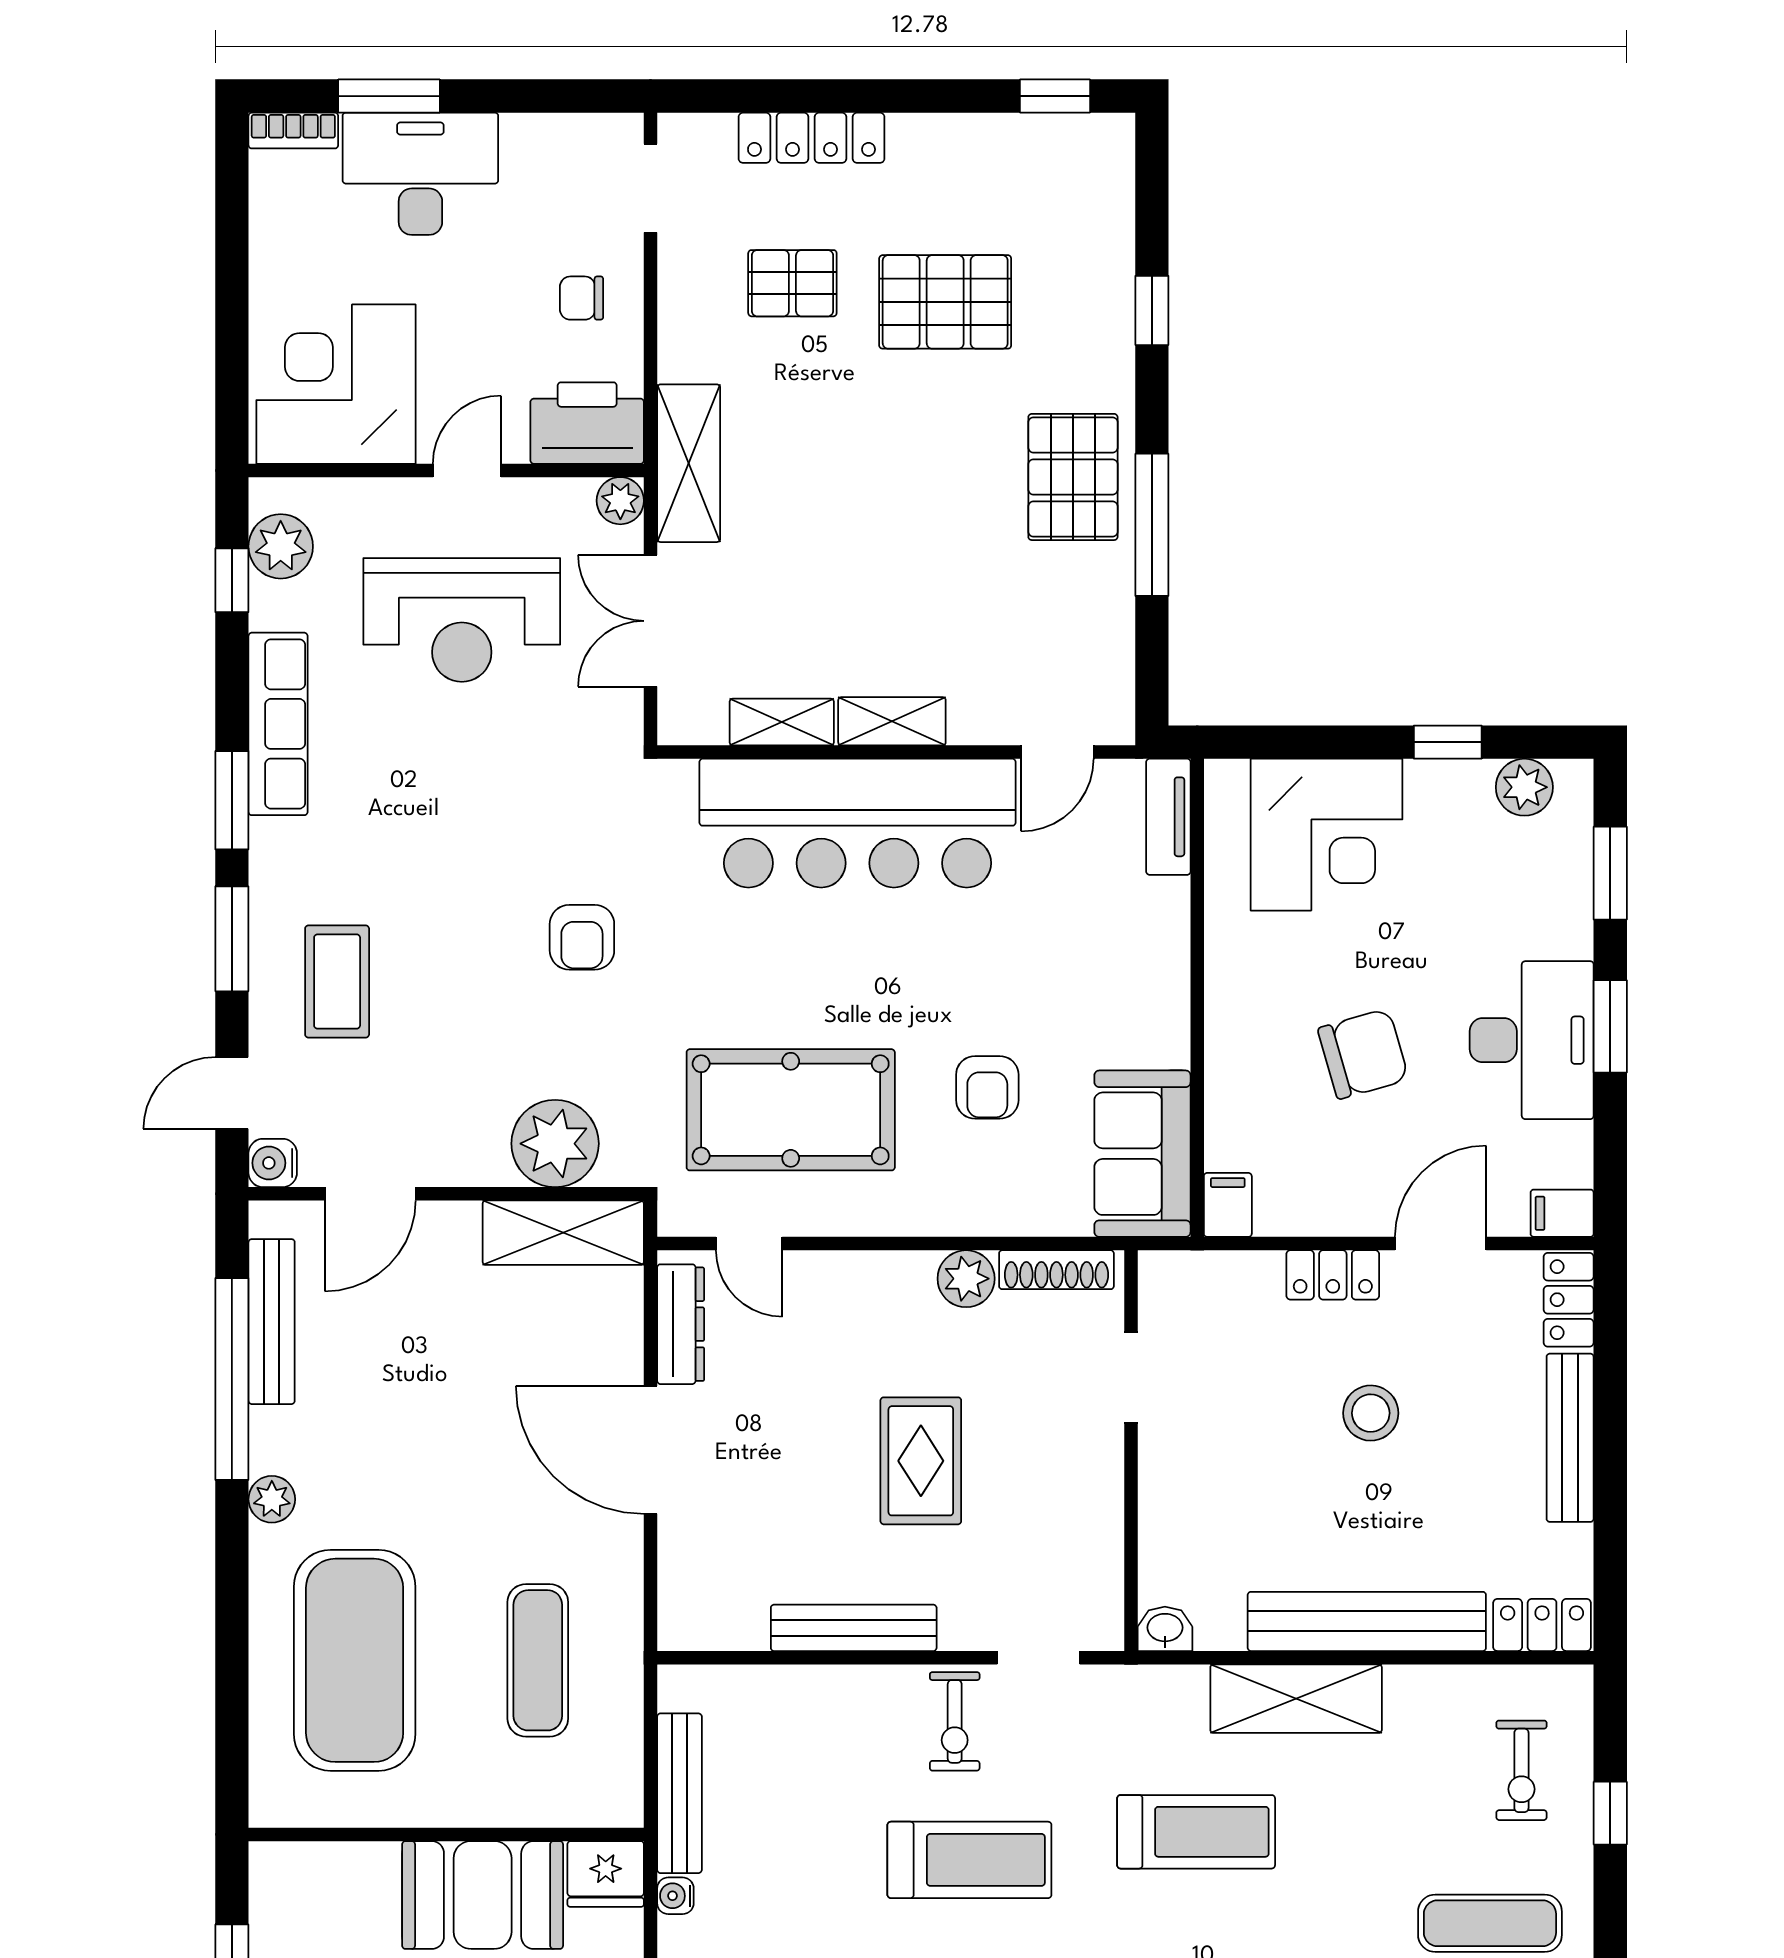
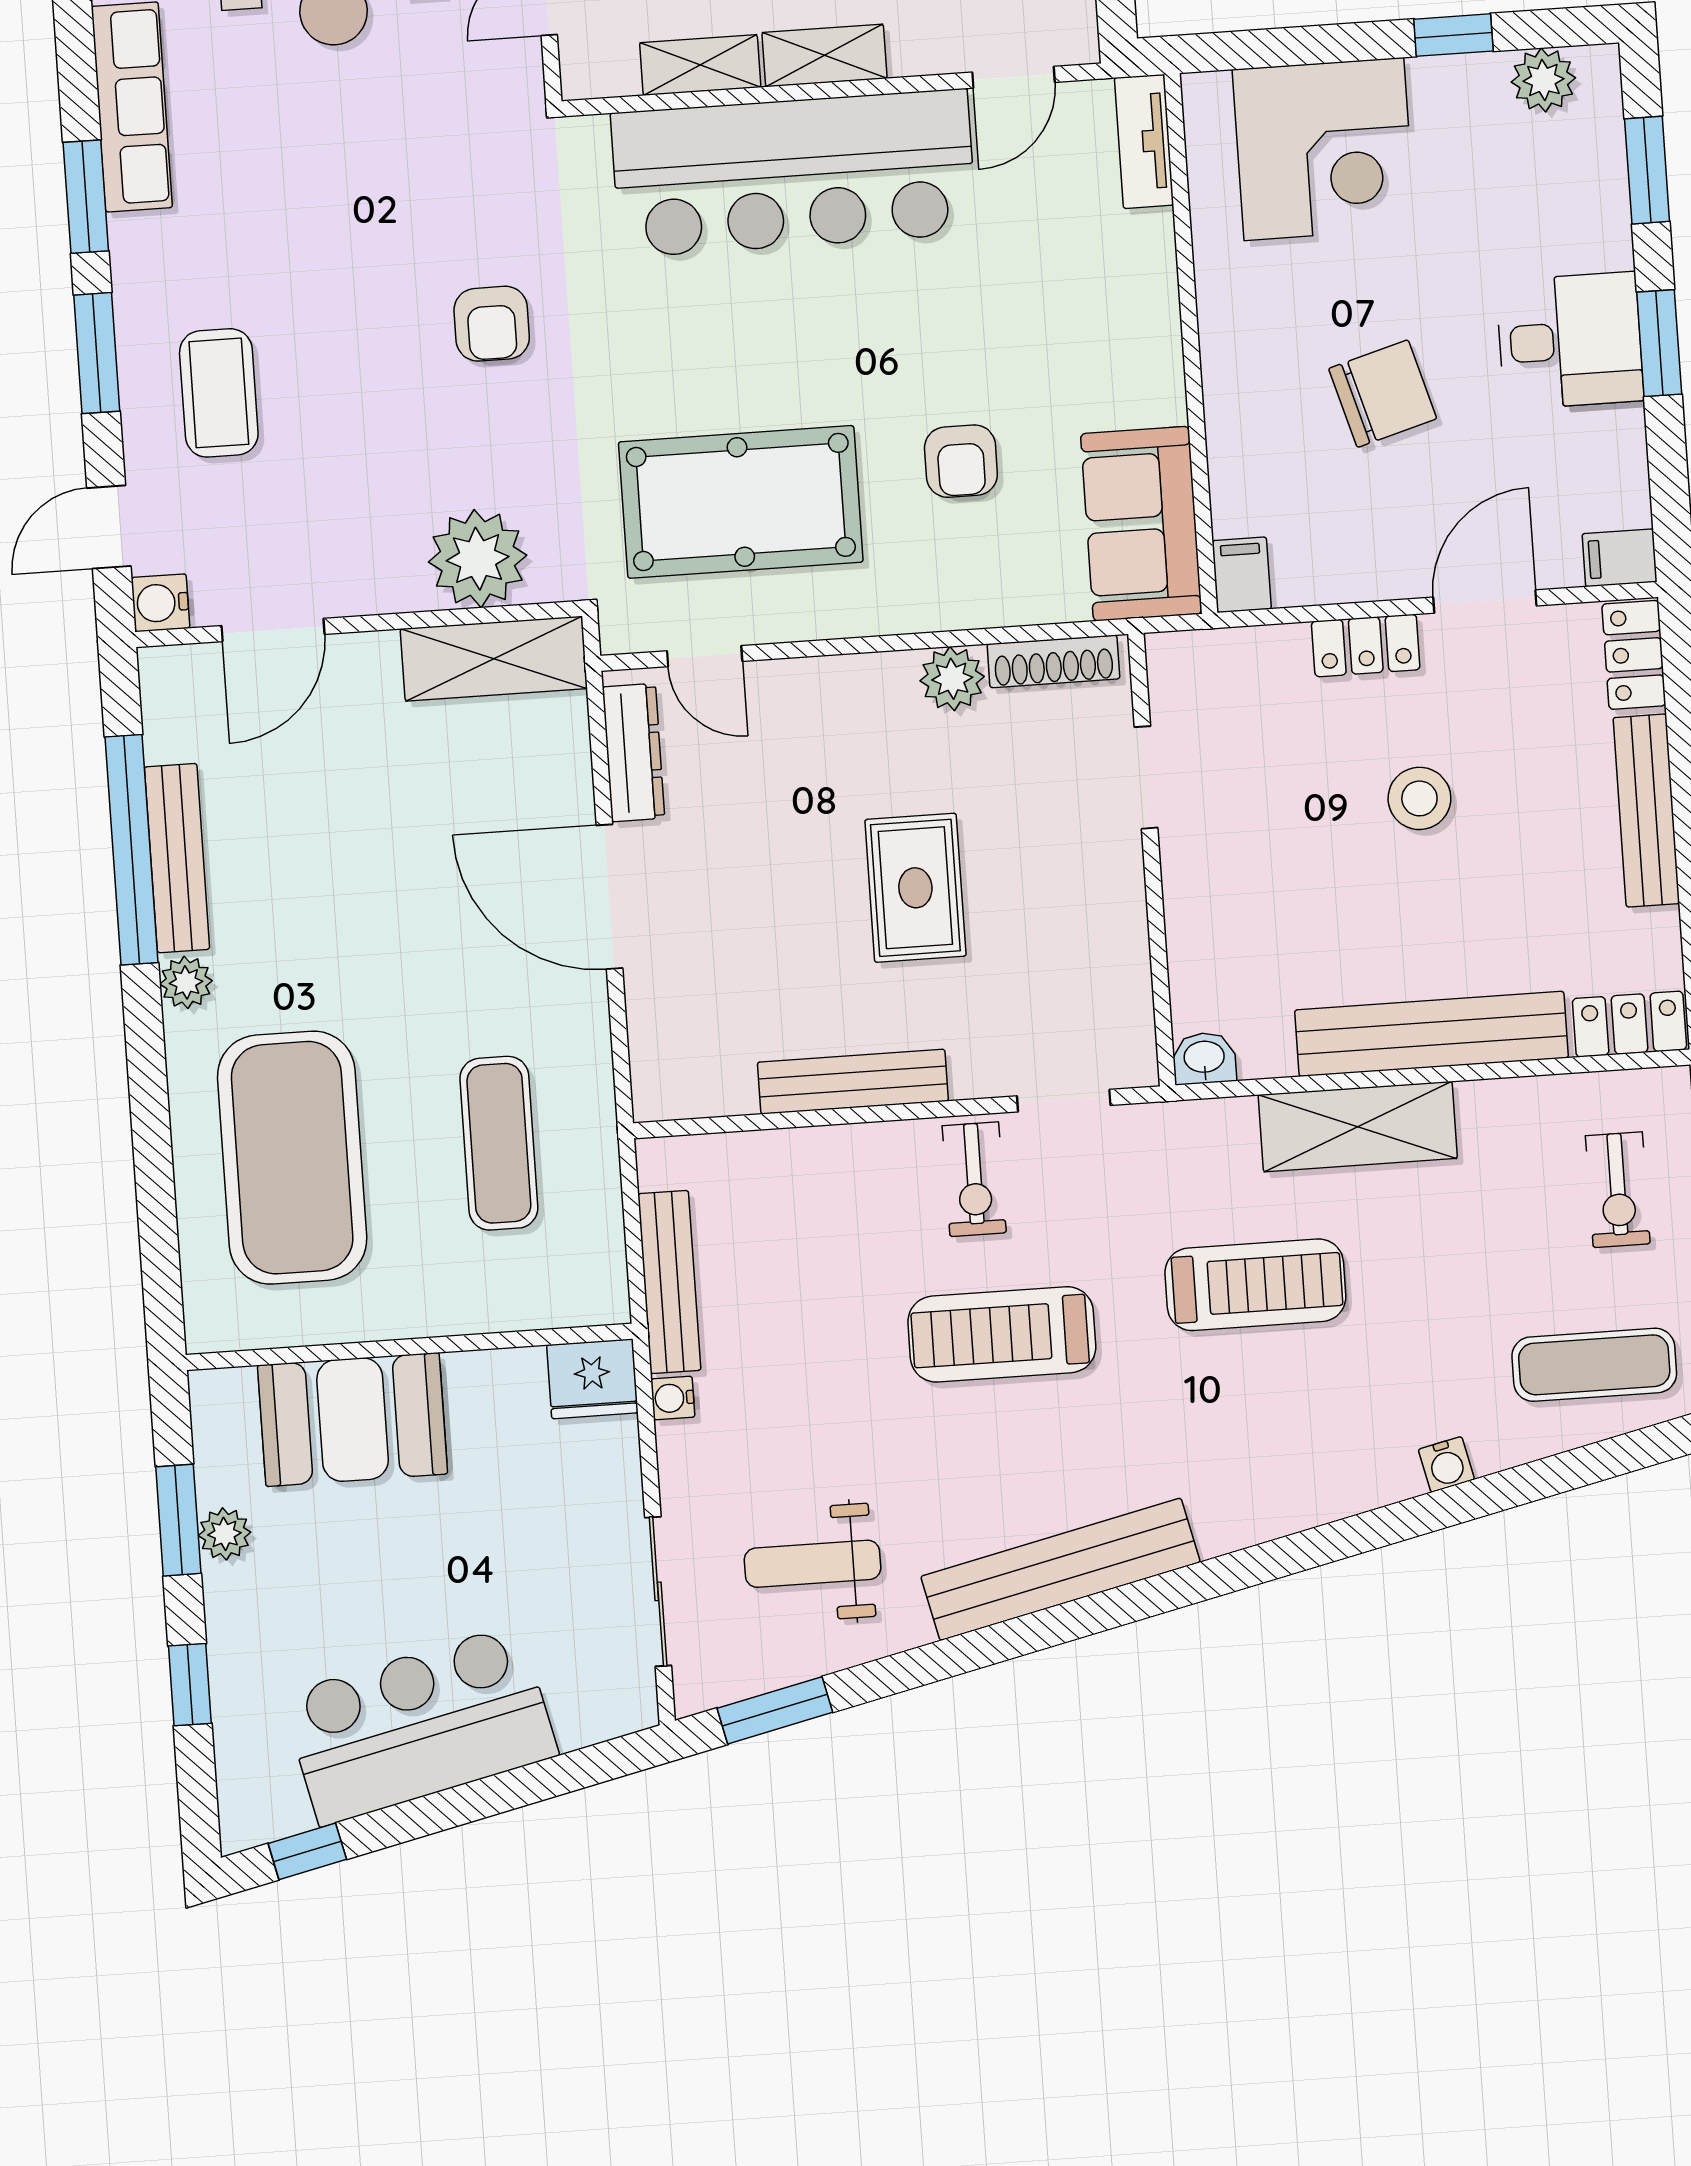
desk: (1532, 1040) -> (1570, 341), width x0.73
bench: (272, 1322) -> (177, 858), moved
treadmill: (969, 1860) -> (1002, 1334), turned 180
booth: (483, 1895) -> (353, 1420), moved

